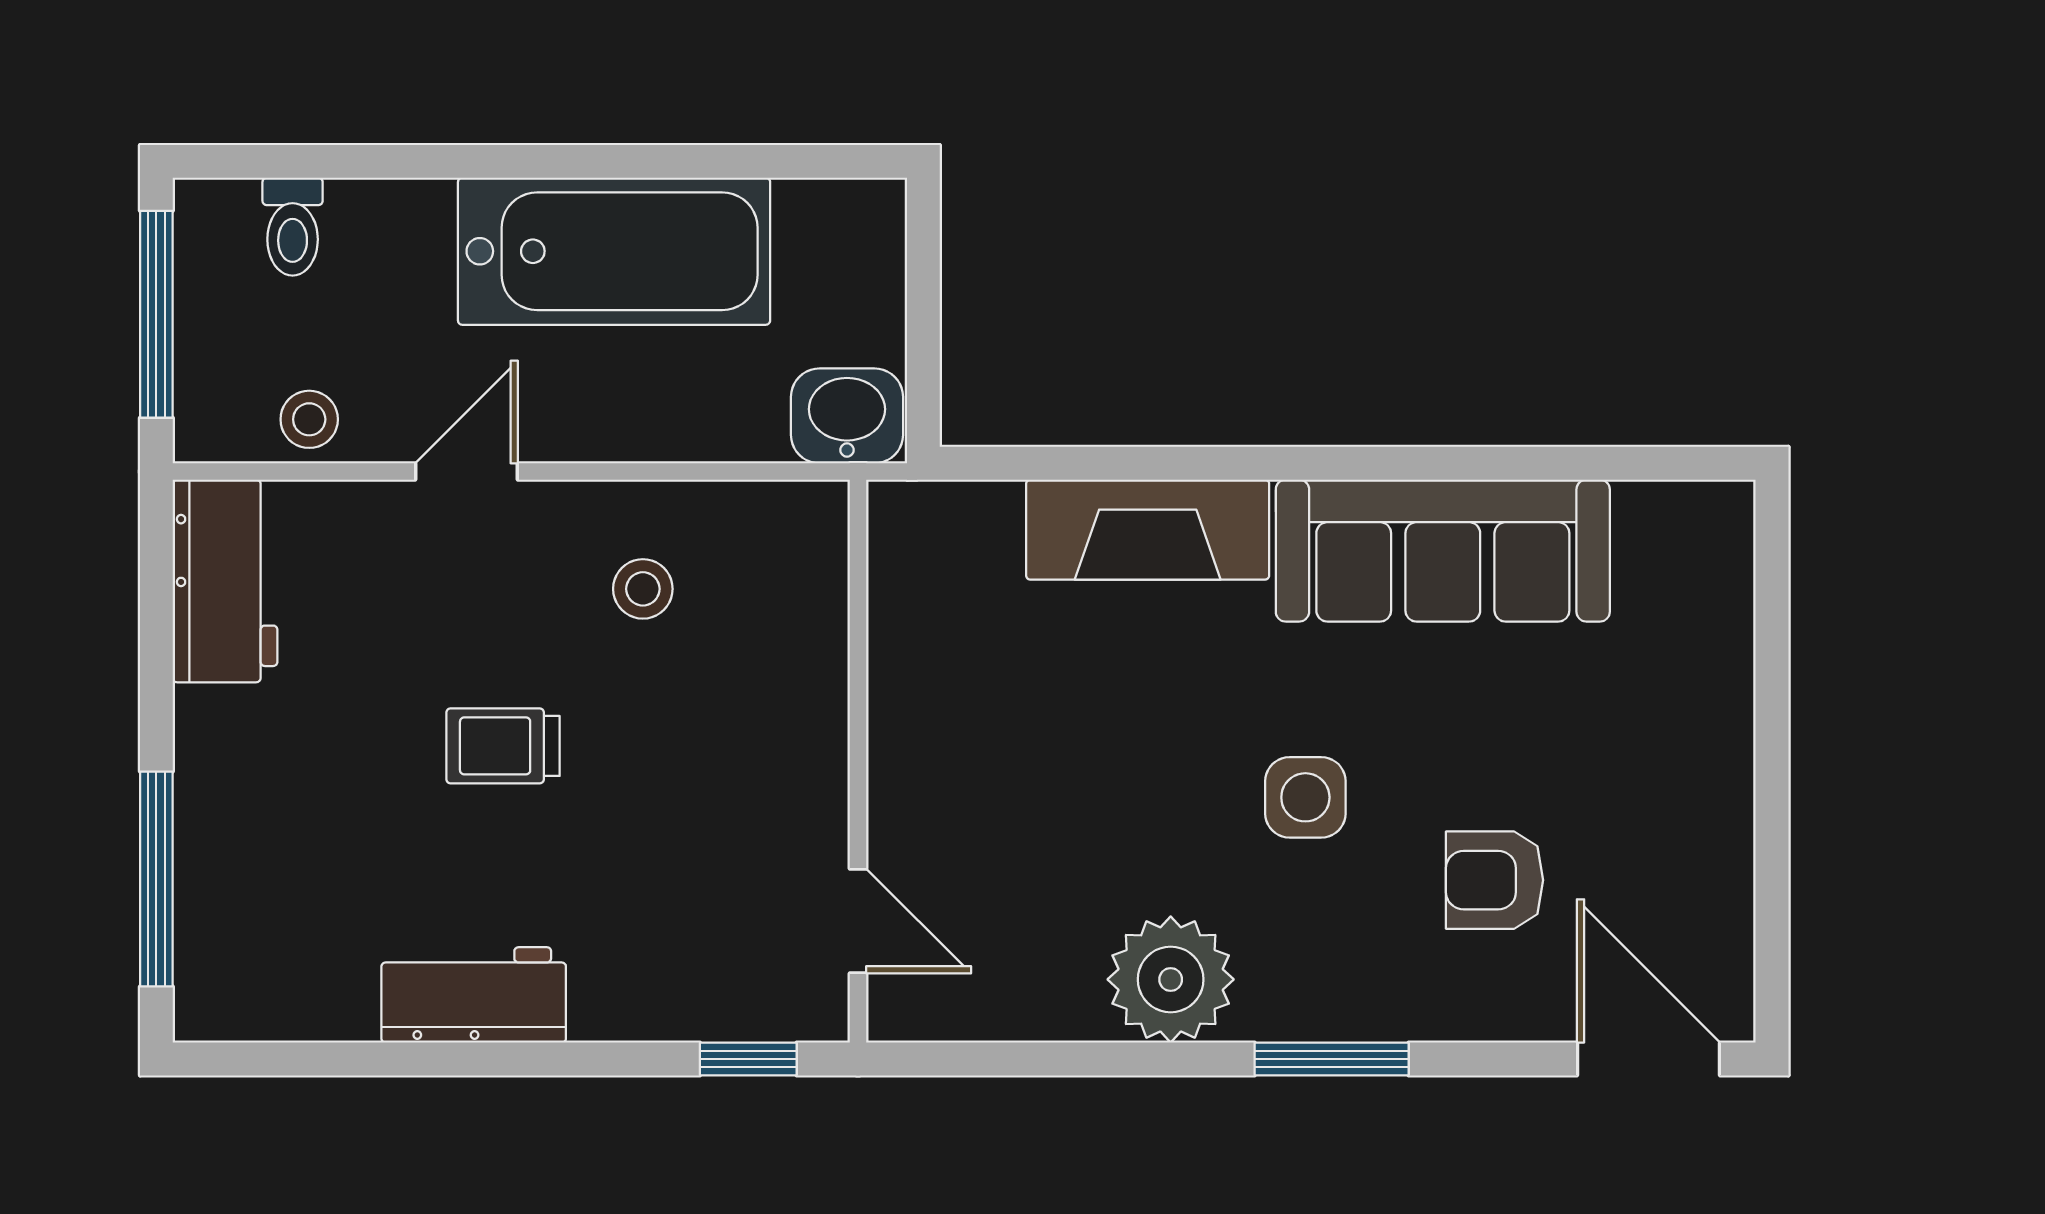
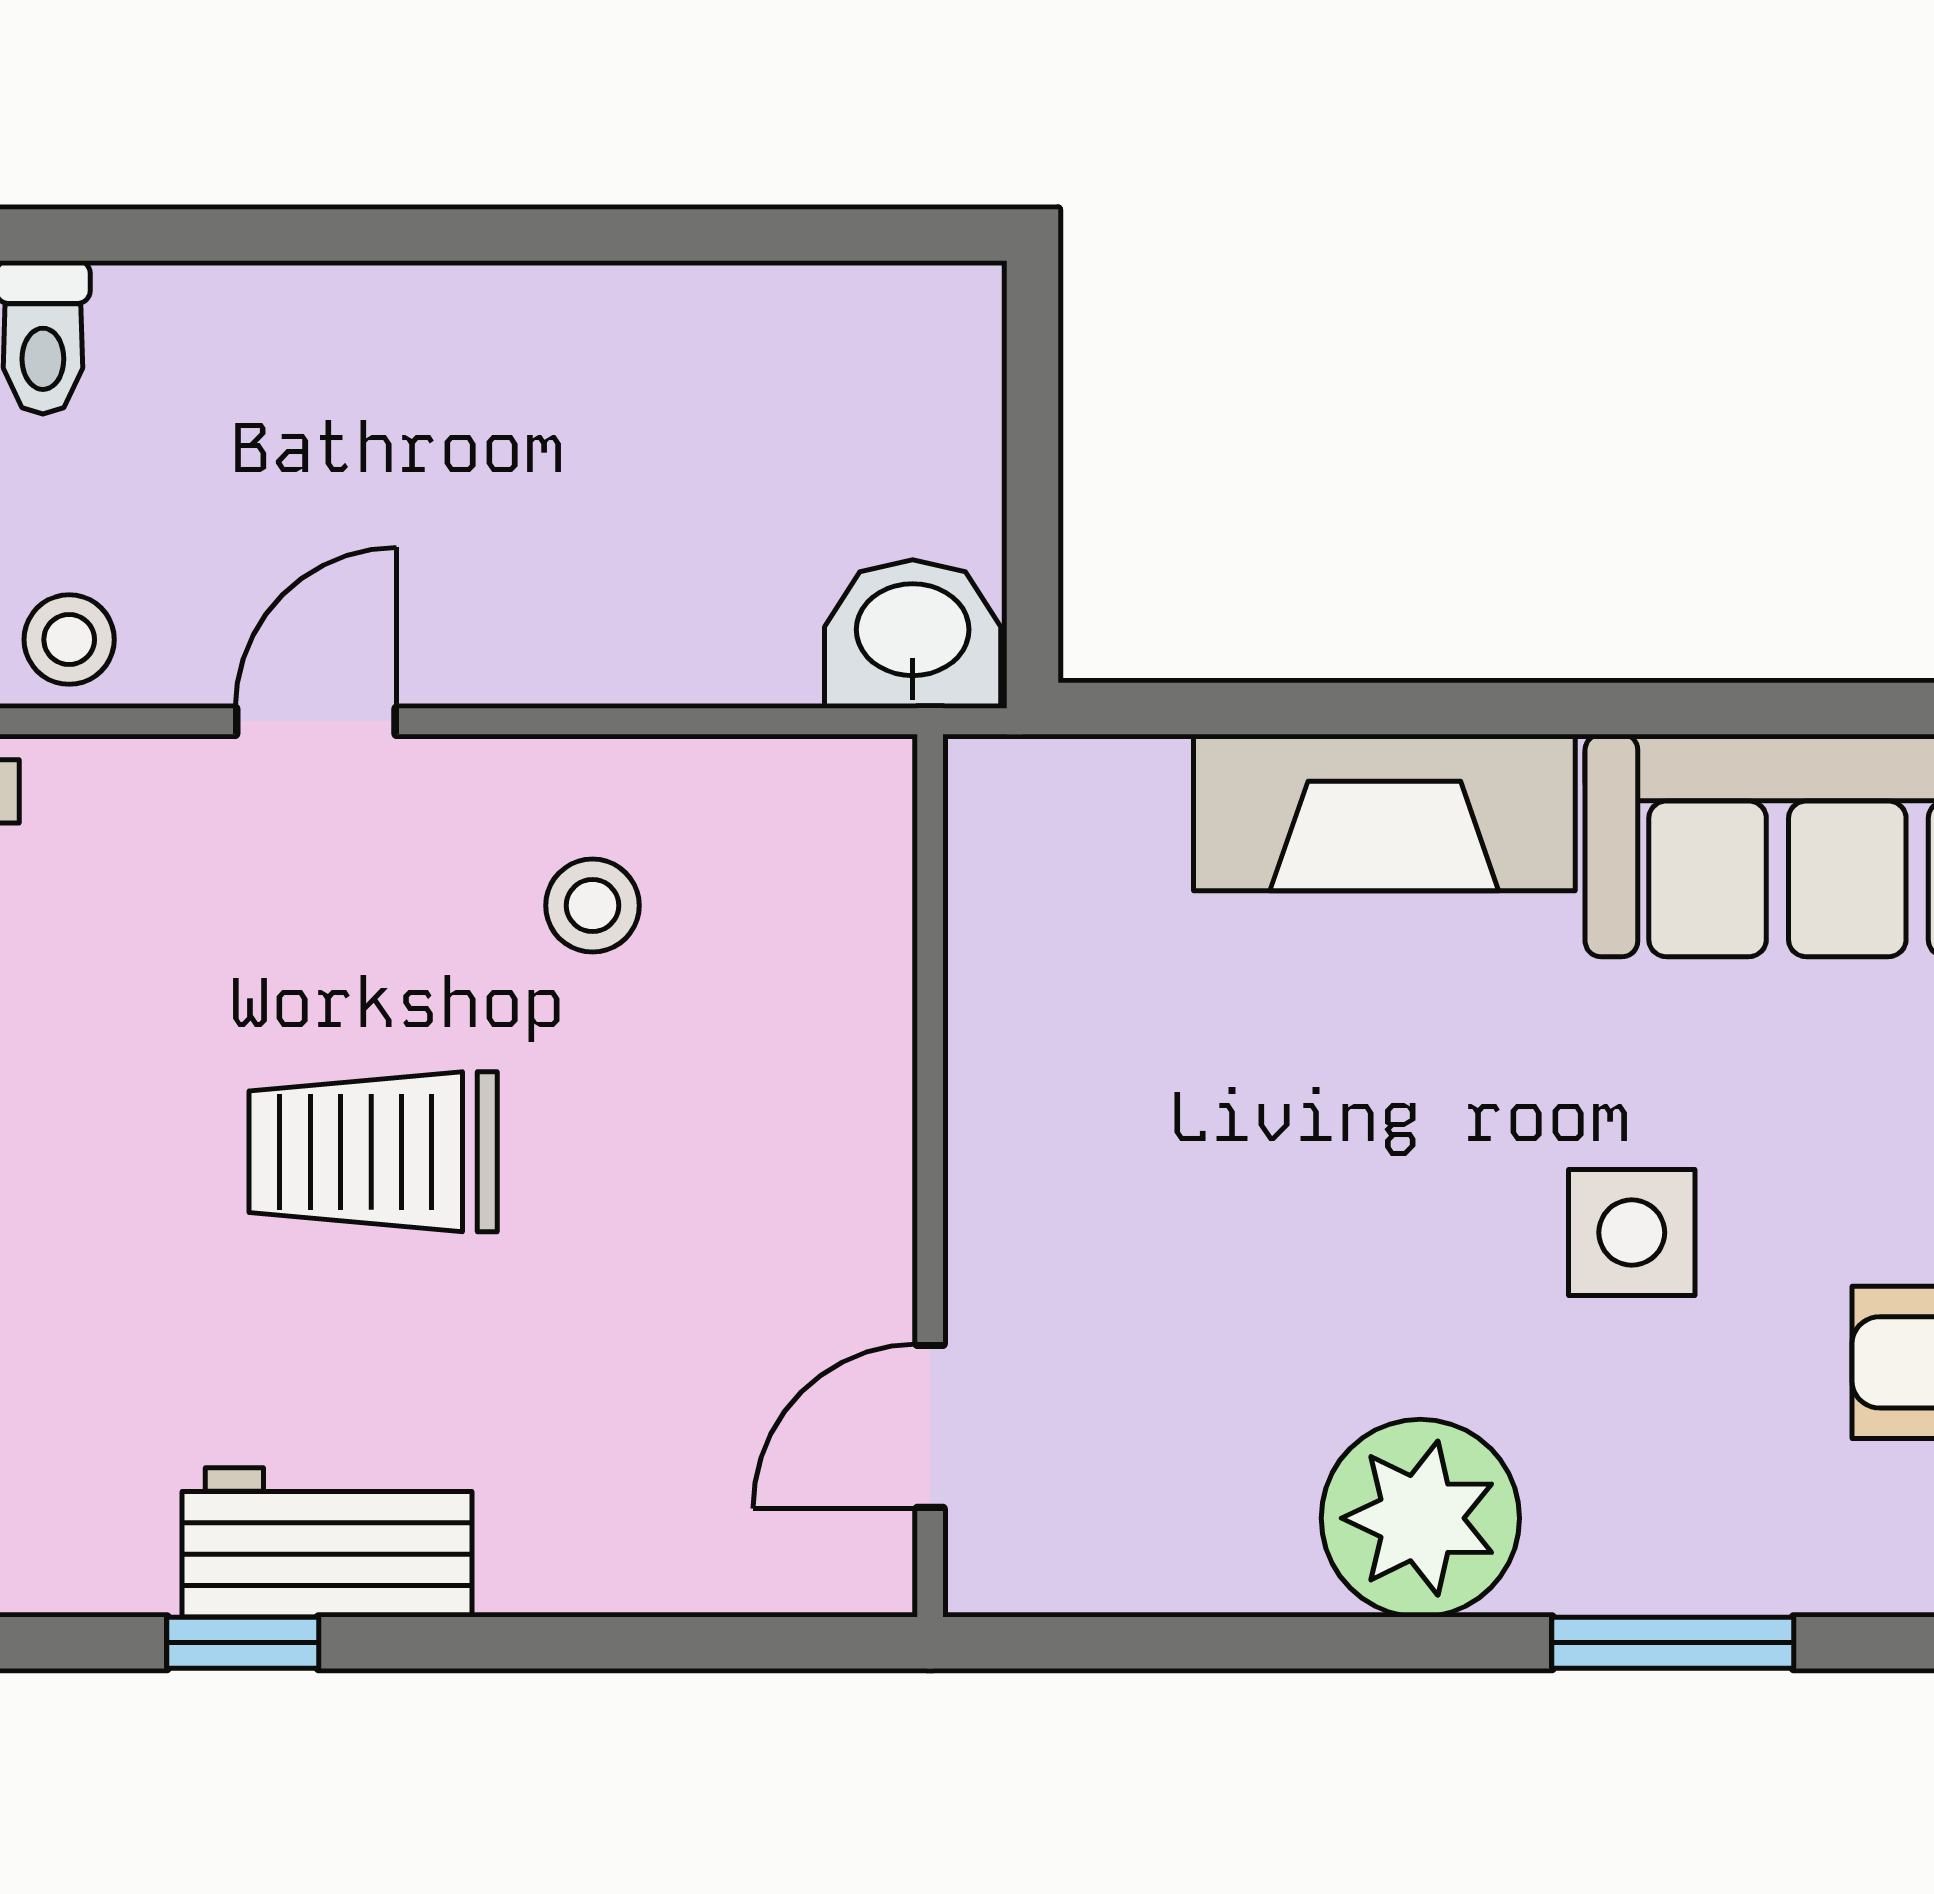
bathtub: (614, 251) -> (547, 376), removed
trolley: (503, 746) -> (373, 1152), width x1.36, depth x1.39
door: (858, 921) -> (930, 1426), swing flipped
window: (748, 1059) -> (243, 1643), moved

